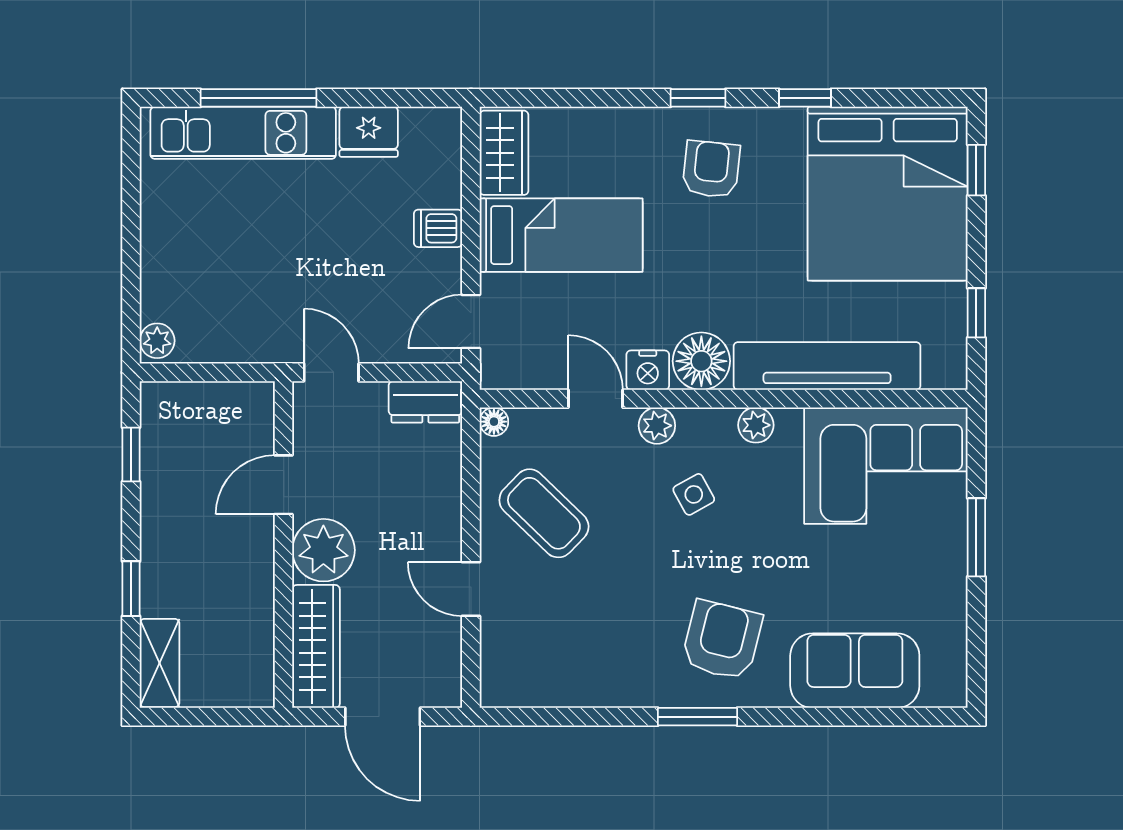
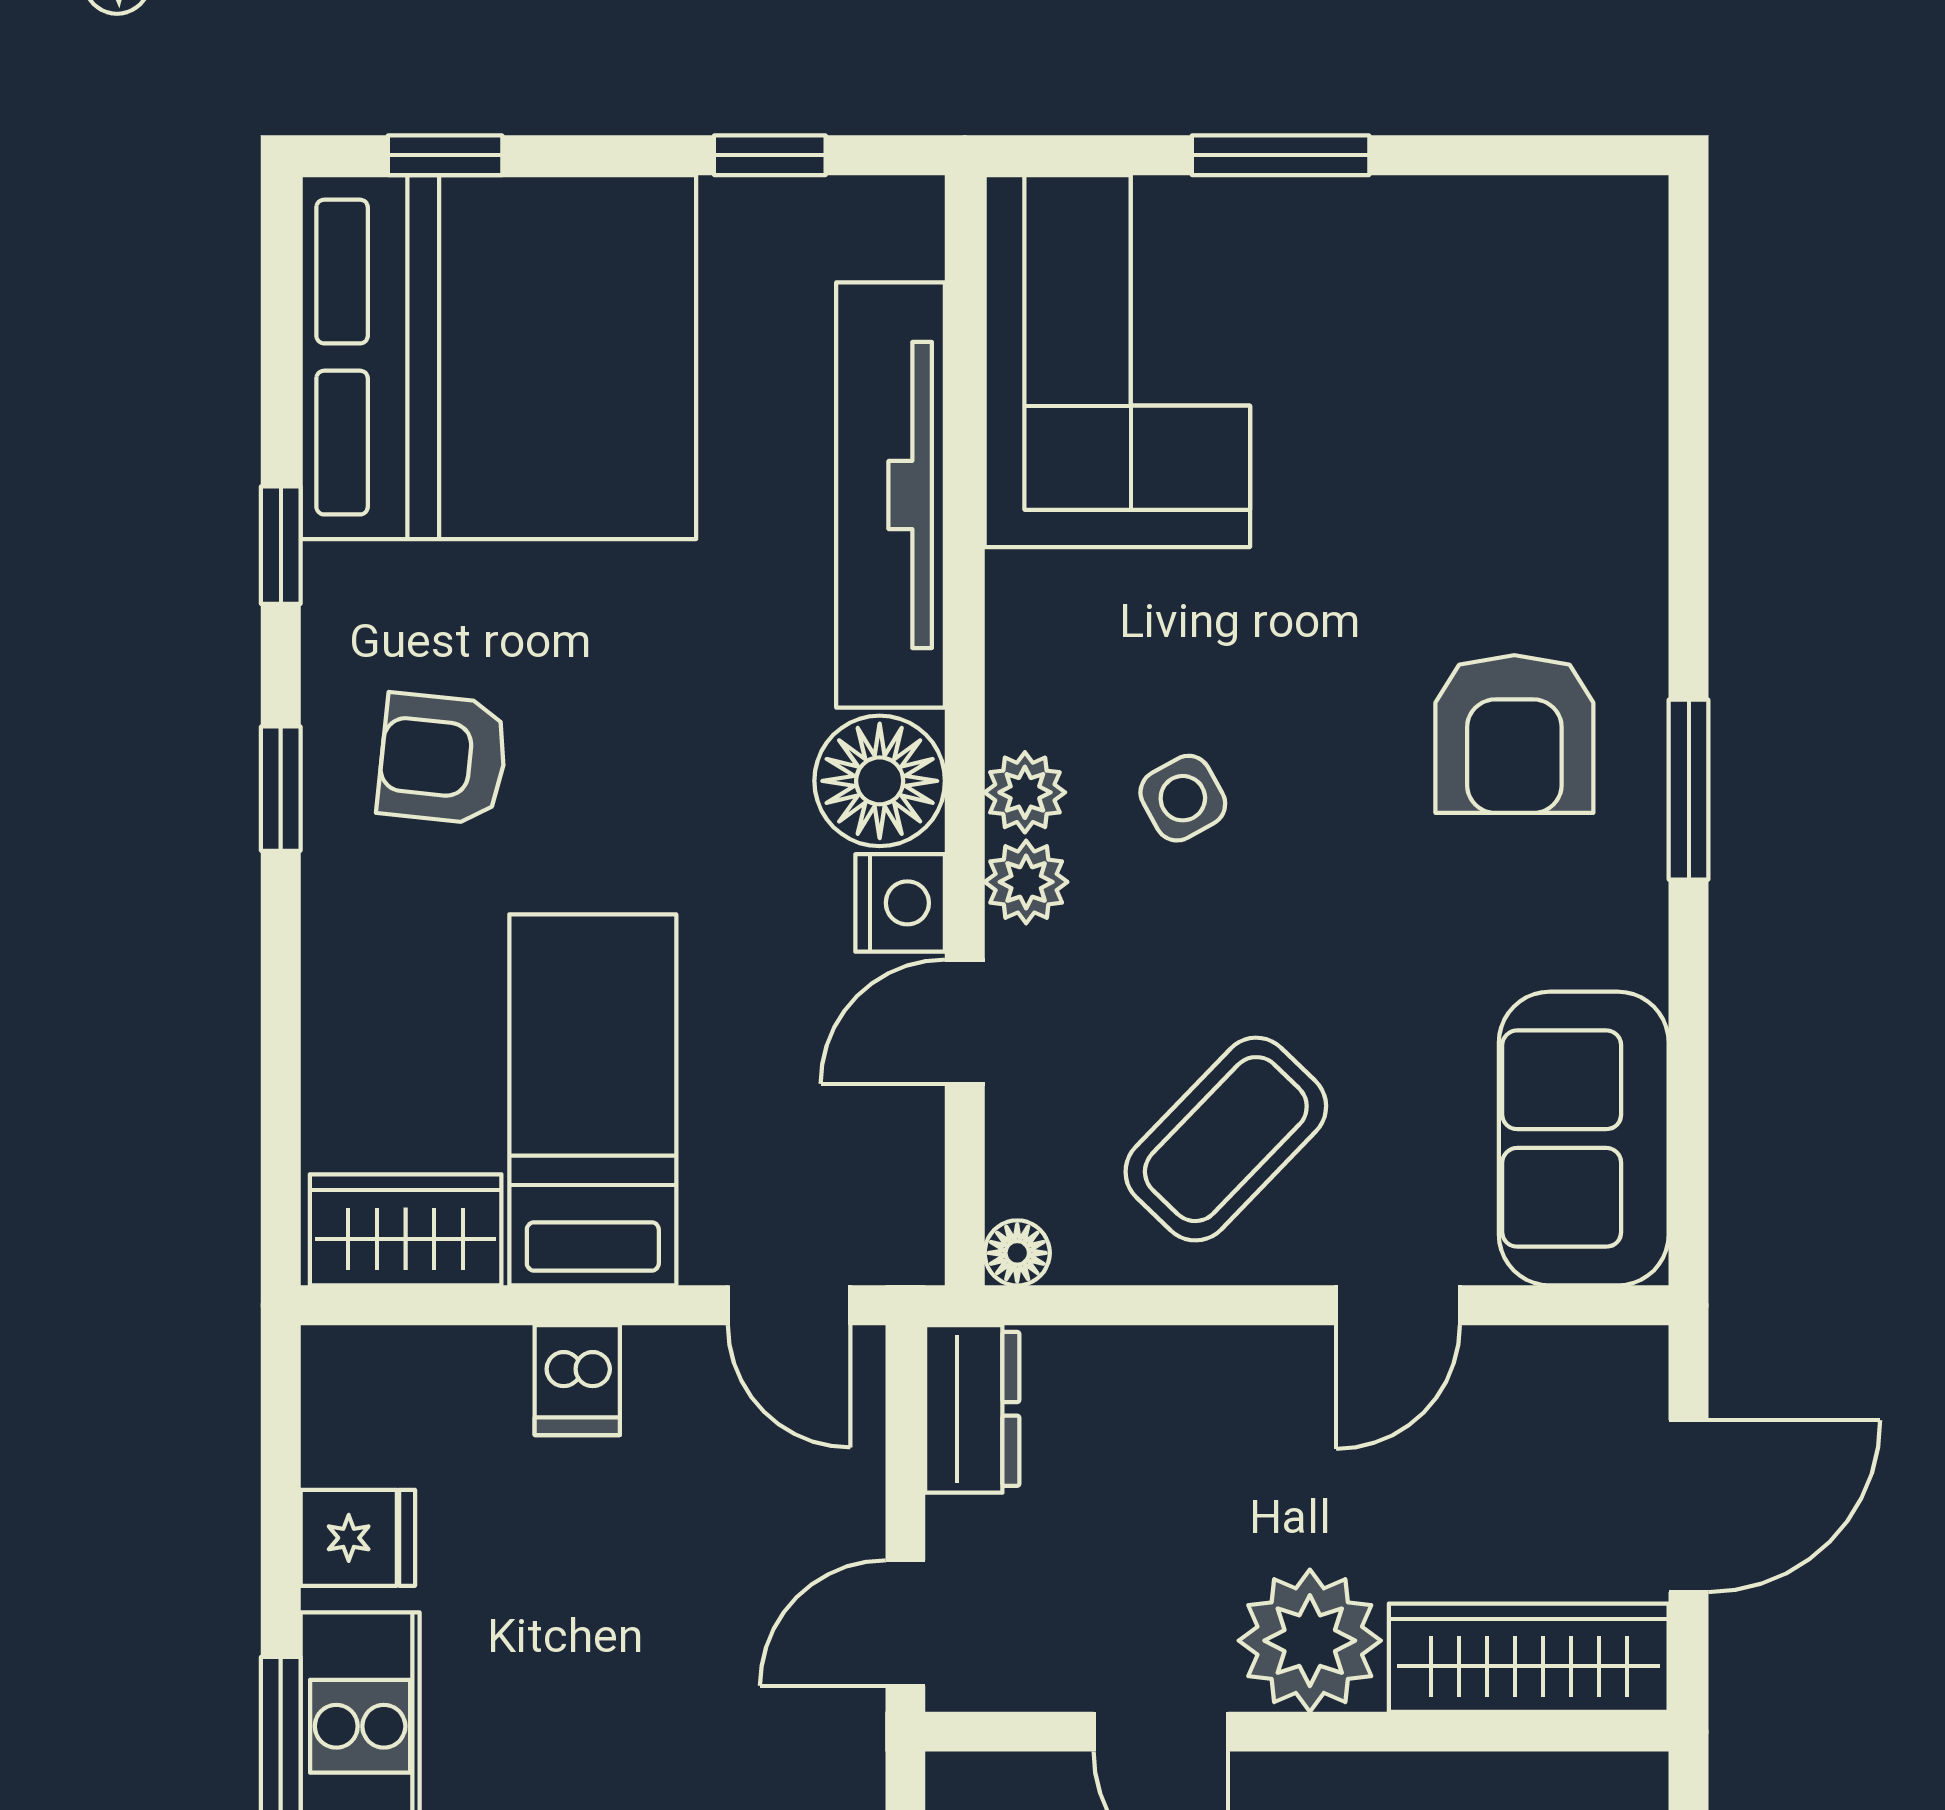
fridge: (369, 132) -> (358, 1538), width x0.72
plant: (756, 425) -> (1025, 792), moved
armchair: (722, 640) -> (1514, 734), turned -104
sofa: (855, 671) -> (1584, 1139), moved

